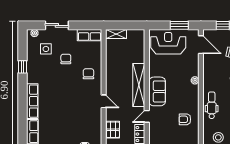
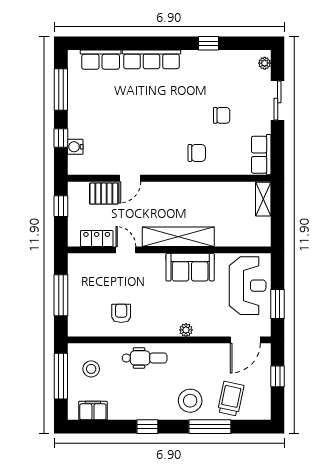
side table: (46, 49) -> (238, 82), removed
sofa: (157, 91) -> (190, 267), moved
door: (104, 101) -> (130, 178), moved

